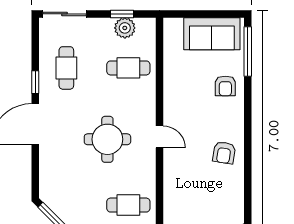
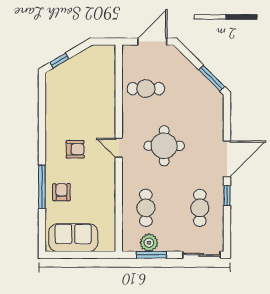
window: (122, 14) -> (151, 255), width x1.50
window: (248, 52) -> (42, 187), moved
cafe table: (128, 68) -> (146, 208), turned 90
armchair: (224, 153) -> (75, 149), moved, turned 81

